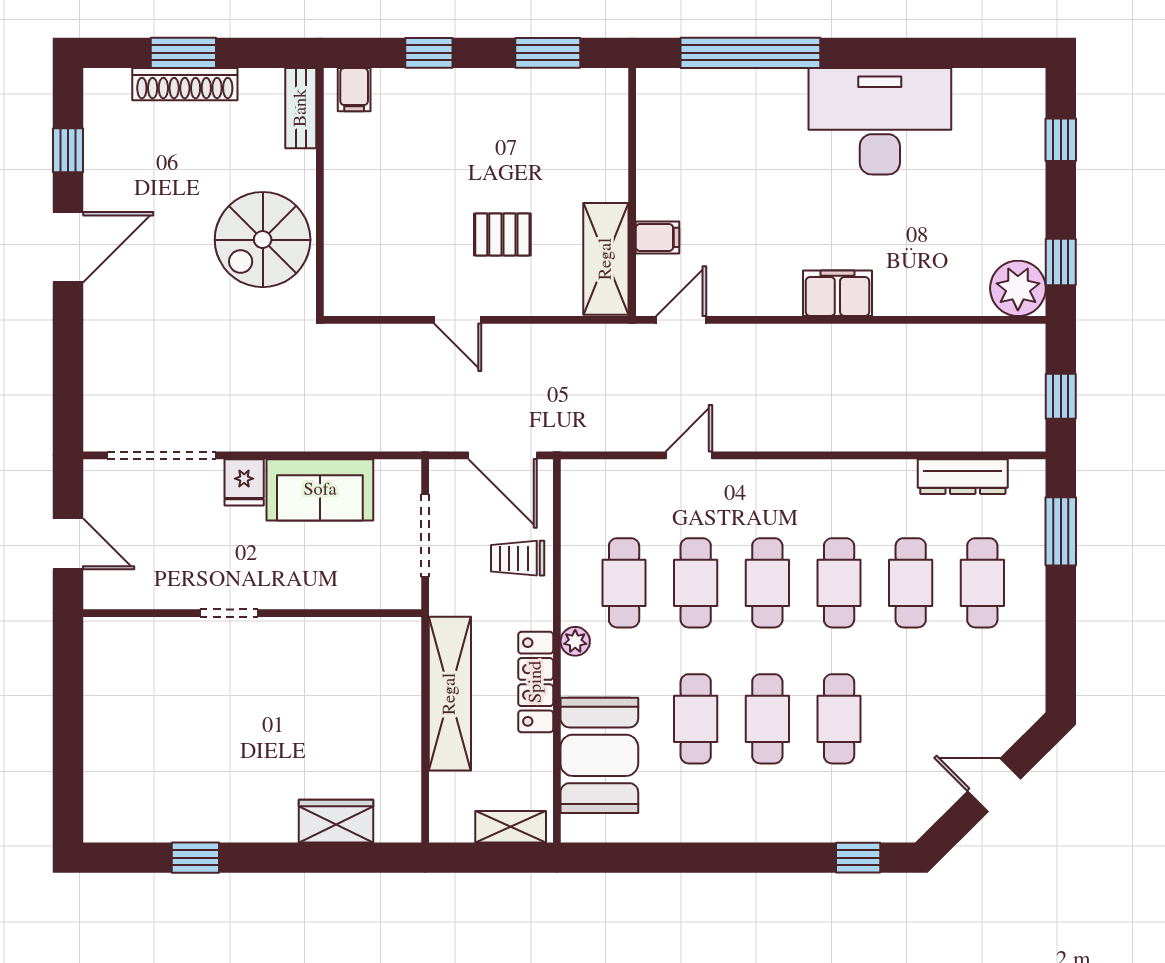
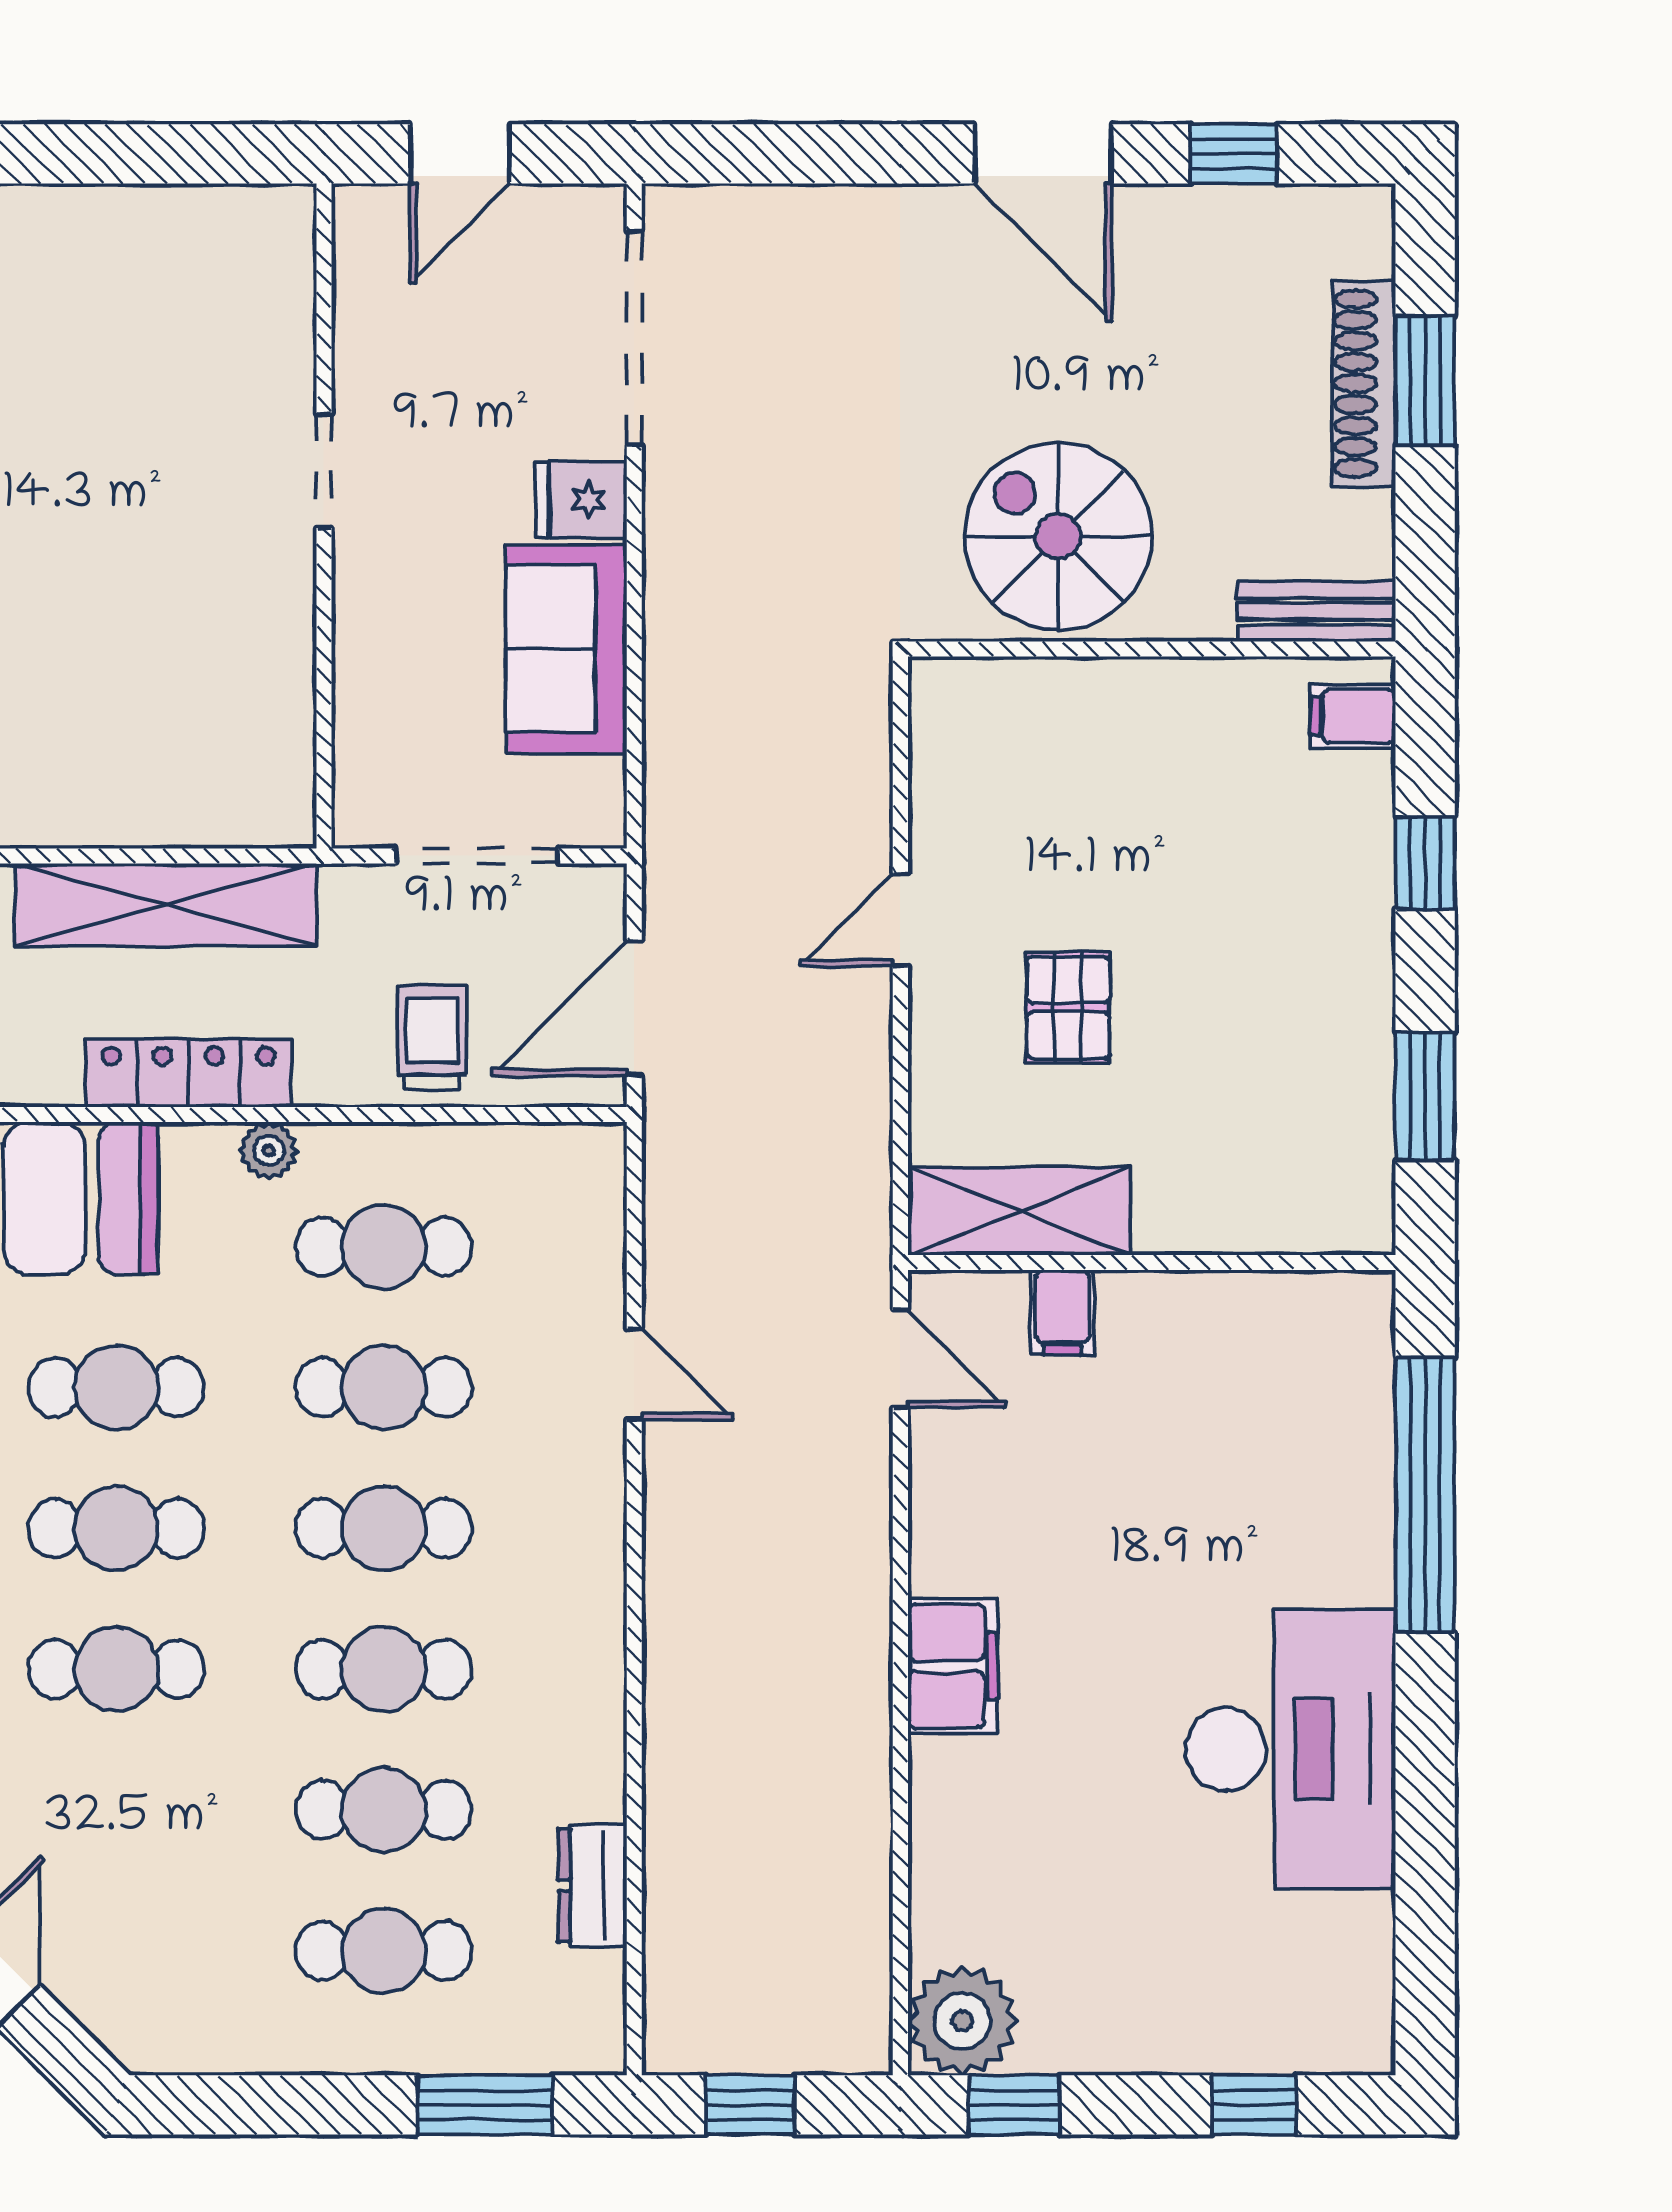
dresser: (963, 477) -> (592, 1885), width x0.70

